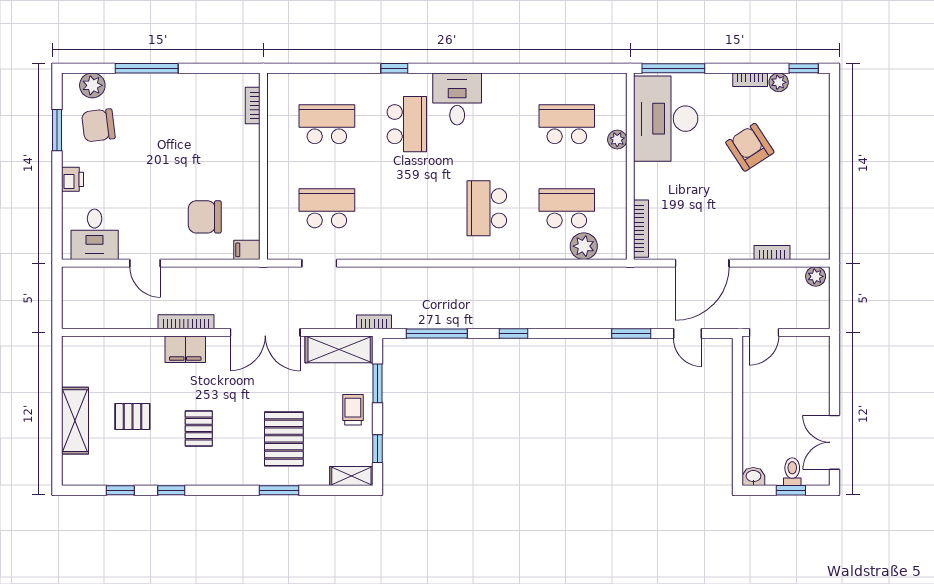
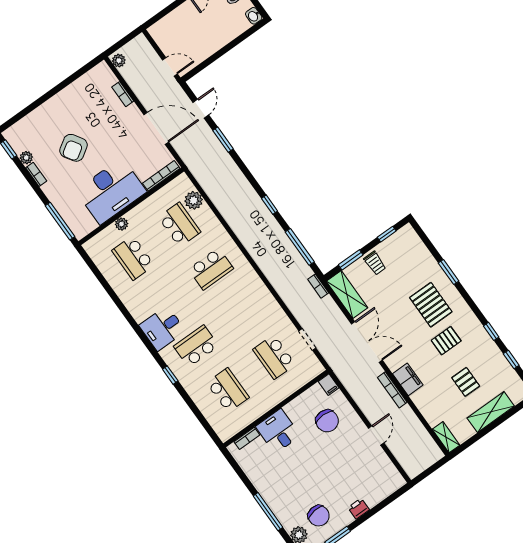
desk: (666, 119) -> (111, 191), moved
school desk: (327, 124) -> (228, 390), turned 180
school desk: (567, 208) -> (179, 225), turned 180
desk: (95, 234) -> (278, 431), moved, turned -90
trolley: (353, 410) -> (375, 263), turned -90
pallet: (284, 439) -> (431, 305), moved, turned 90
shelving: (351, 476) -> (446, 437), moved

